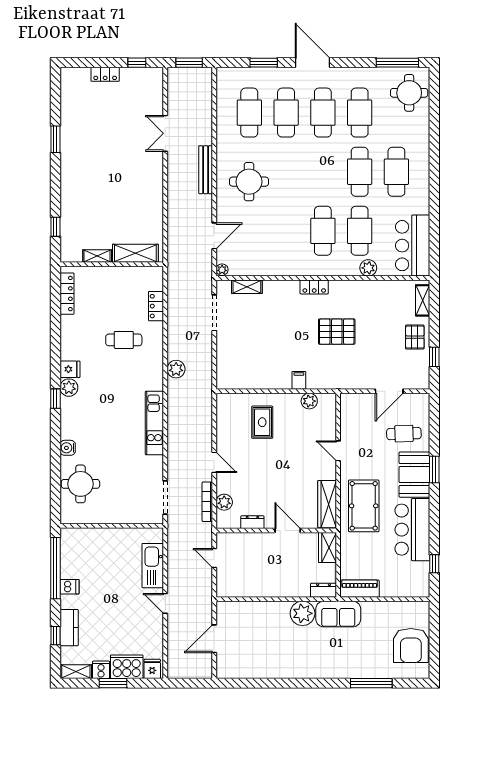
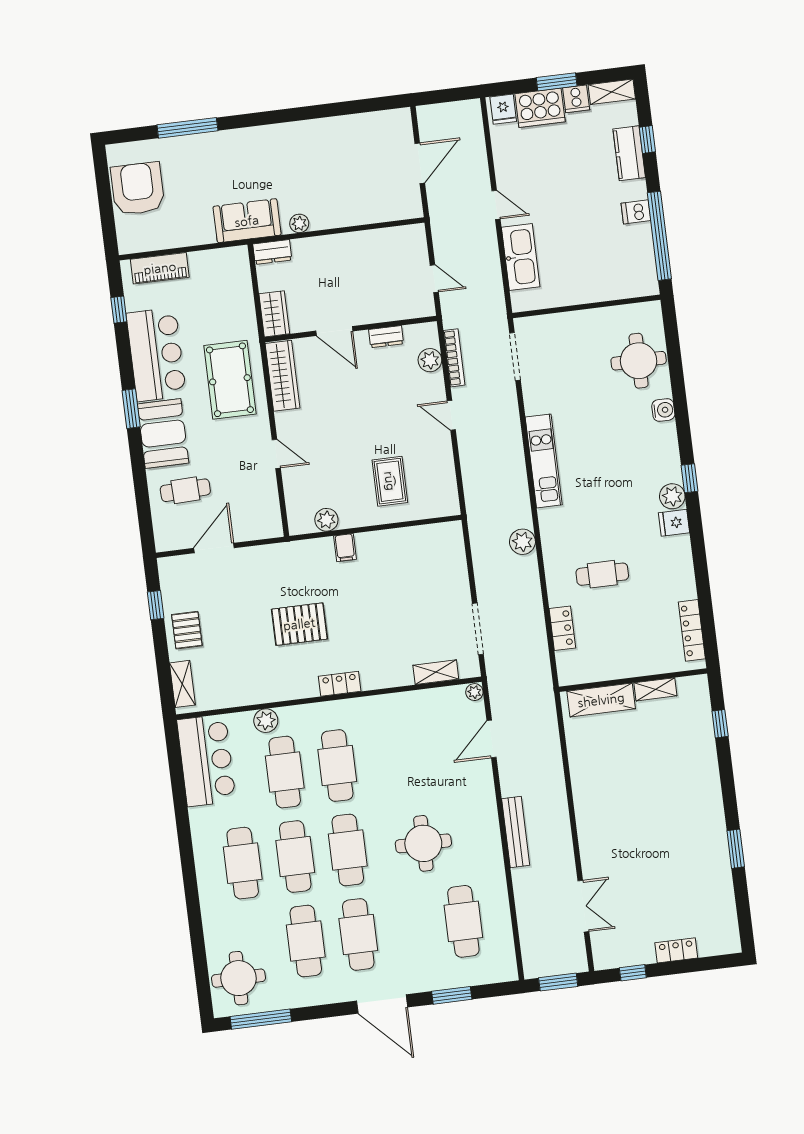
cafe table: (286, 113) -> (348, 850), moved
double door: (165, 133) -> (583, 906), moved
round table: (249, 182) -> (423, 843), moved
window: (434, 469) -> (131, 409), moved
piano: (360, 589) -> (160, 268), moved
plant: (303, 613) -> (299, 223), width x0.53, depth x0.53

